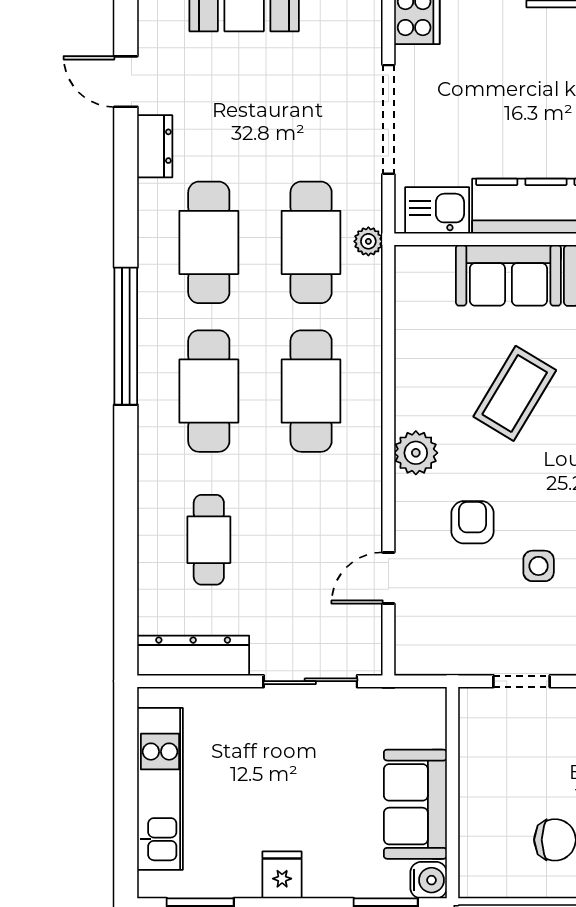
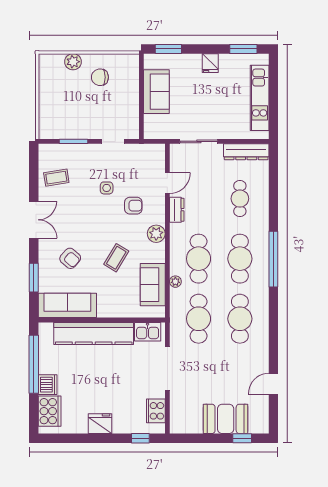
door: (126, 82) -> (273, 384), swing flipped
dresser: (155, 146) -> (177, 210), moved, turned 180
plant: (368, 241) -> (175, 282), moved
sofa: (508, 275) -> (153, 285), moved, turned -90
window: (126, 336) -> (273, 259), moved
coffee table: (515, 393) -> (116, 258), width x0.73, depth x0.77
armchair: (473, 522) -> (133, 206), turned -90
water cooler: (429, 880) -> (151, 61), removed

